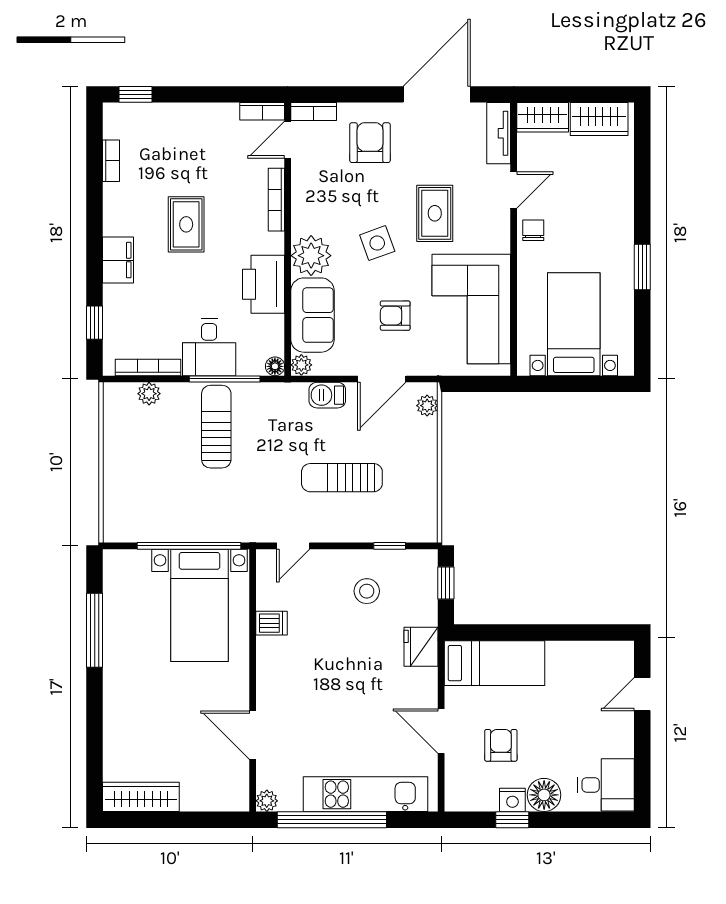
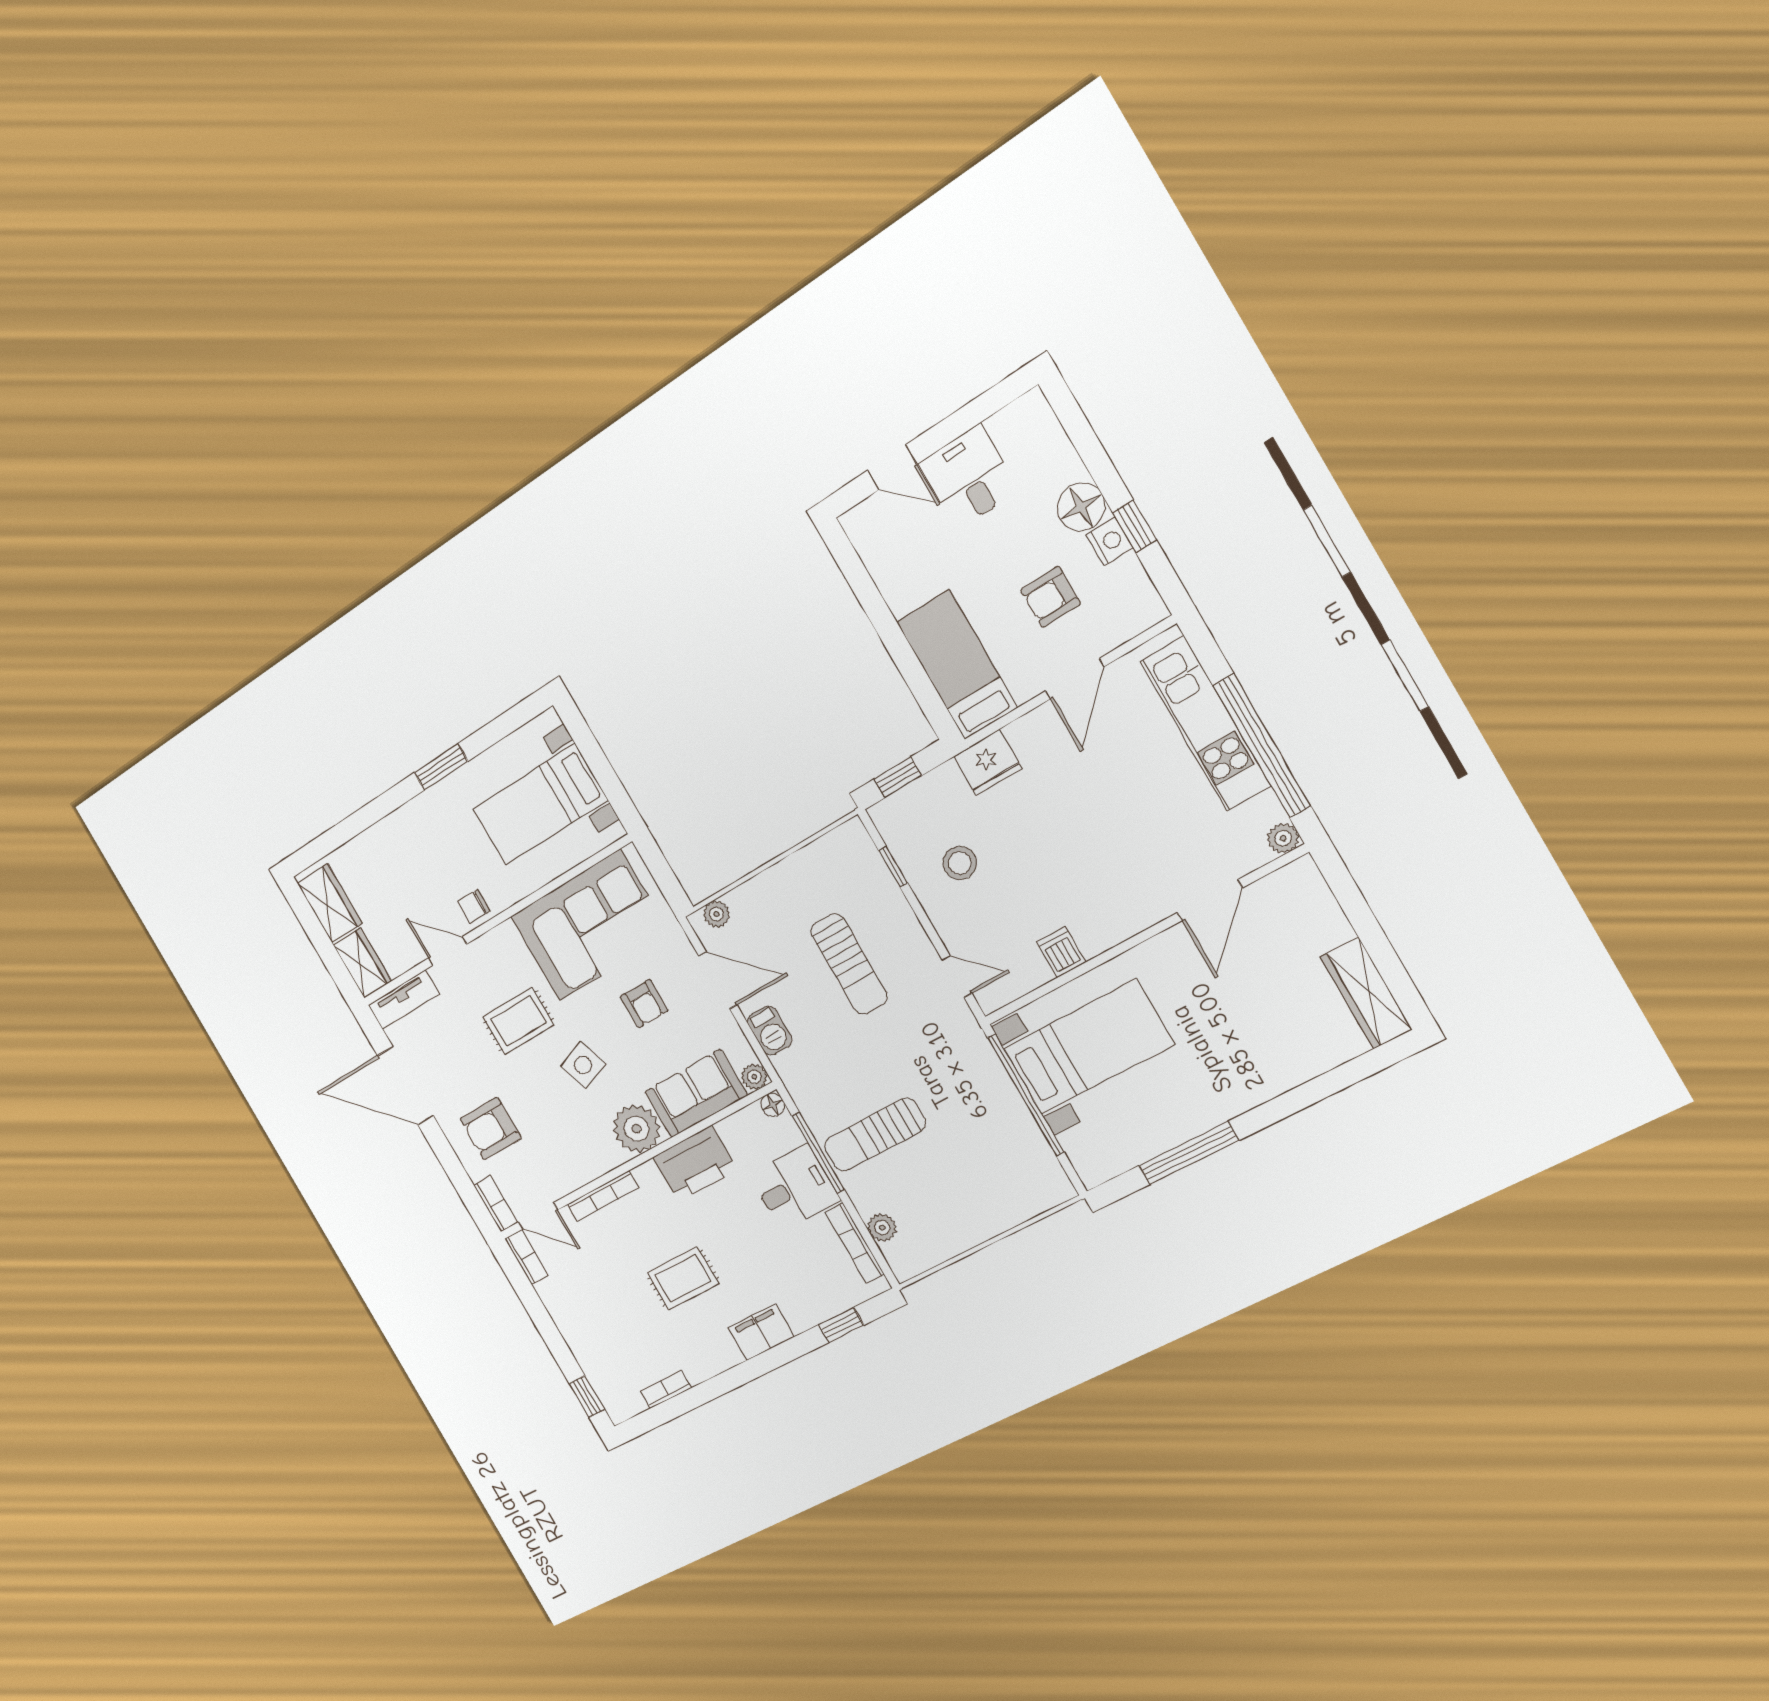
desk: (606, 785) -> (969, 477), moved

